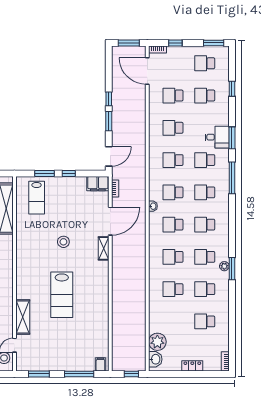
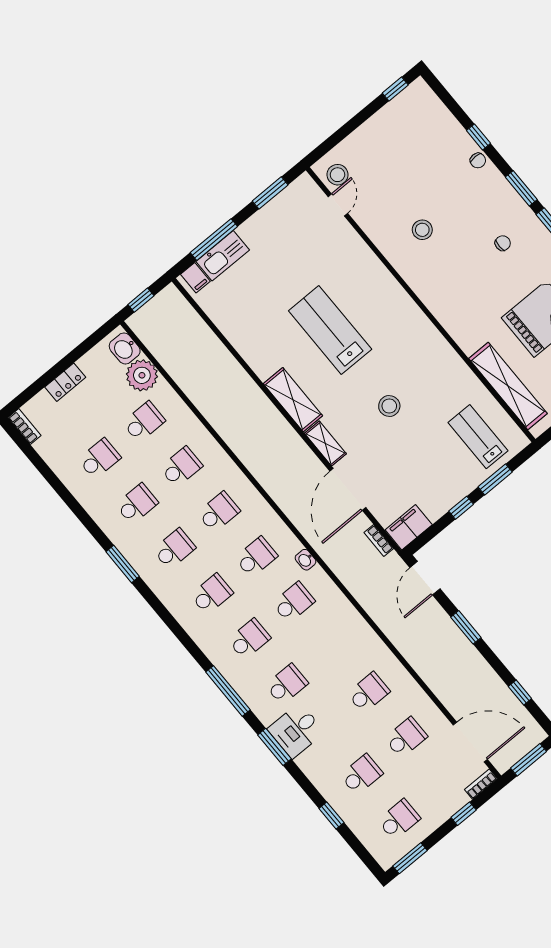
window: (109, 99) -> (520, 693), moved
school desk: (173, 160) -> (144, 422), moved
plant: (224, 266) -> (136, 559), removed
shelving: (23, 317) -> (293, 400), moved
kitchen sink: (81, 364) -> (223, 256), added

